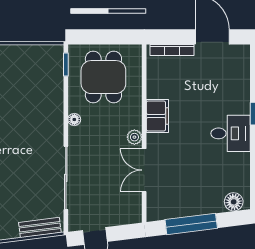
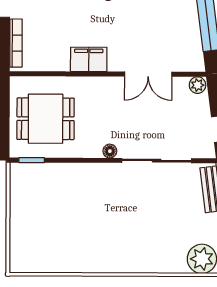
floor lamp: (74, 120) -> (110, 151), moved
plant: (134, 137) -> (198, 85), moved

